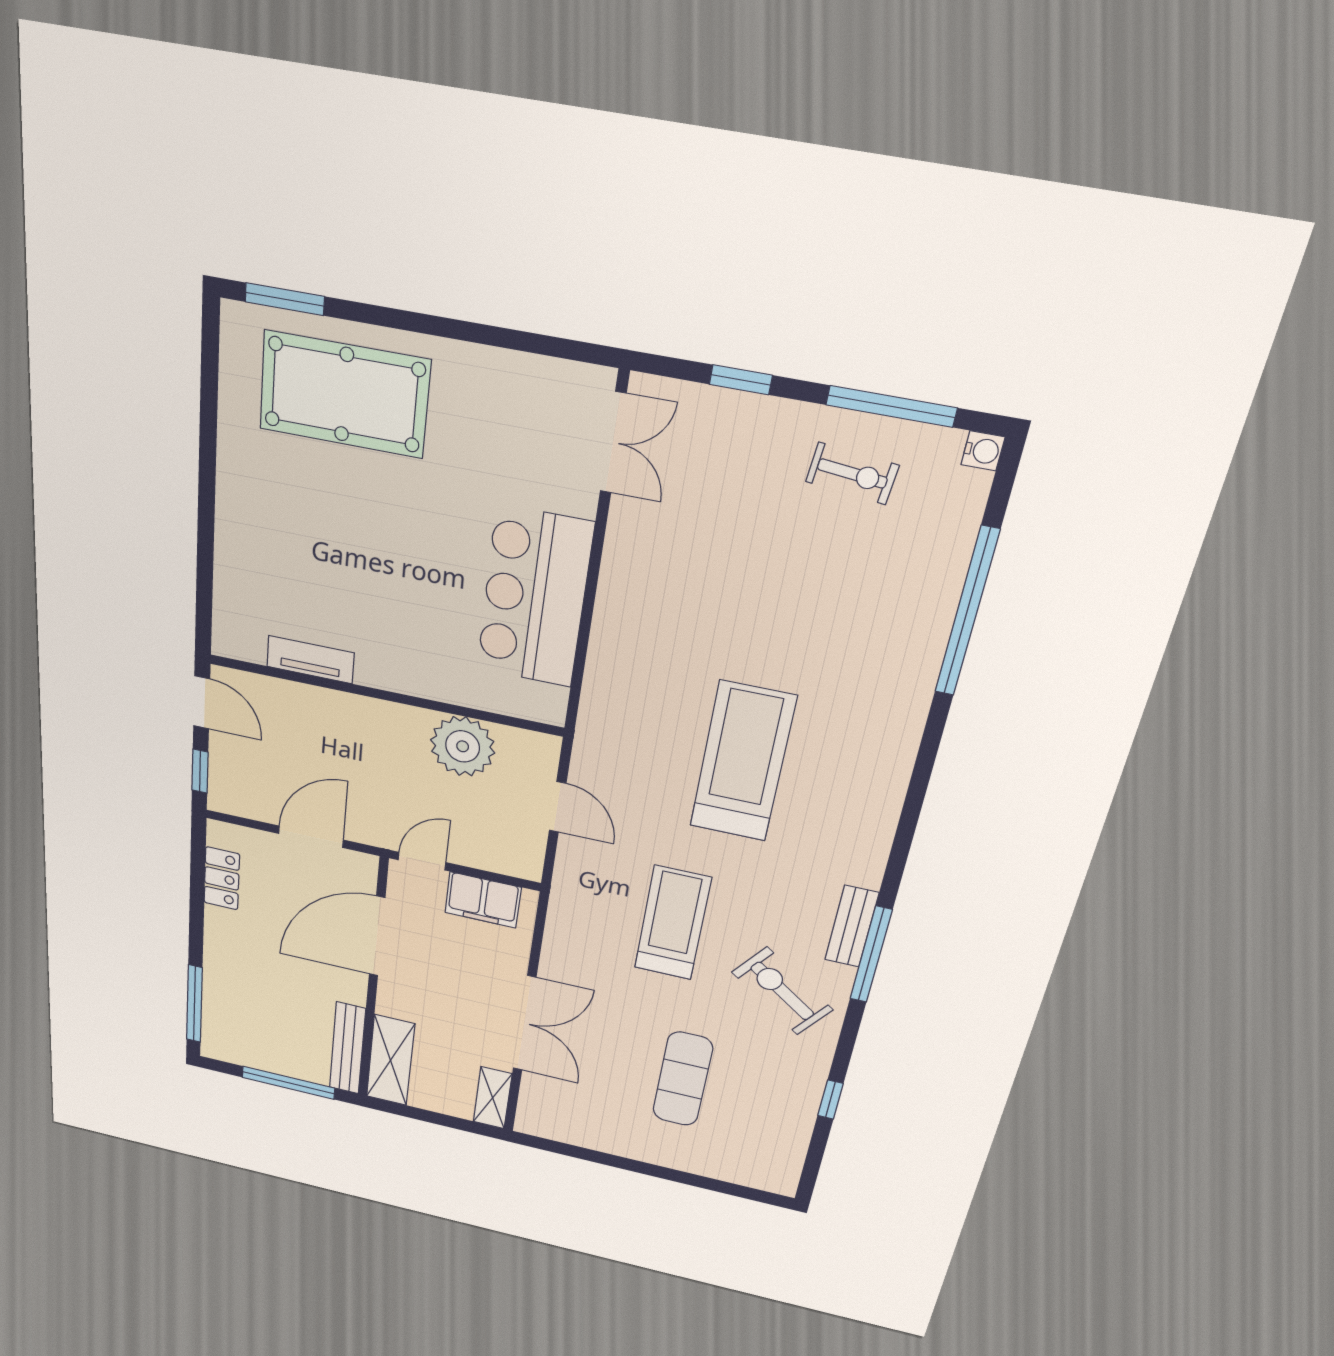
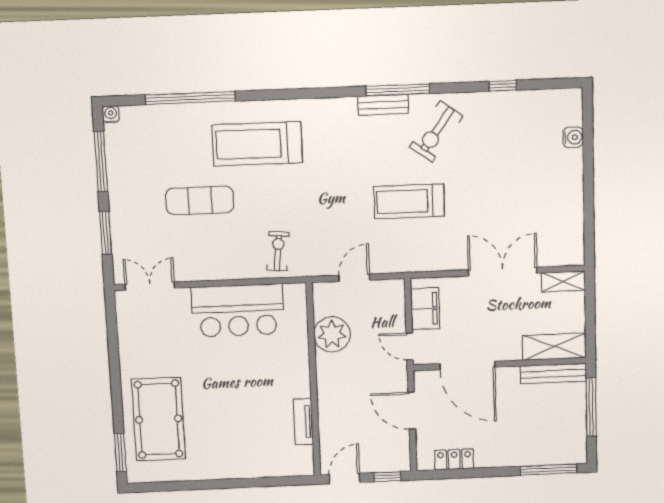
window: (741, 380) -> (106, 233), width x1.50
exercise bike: (852, 473) -> (278, 251), moved
treadmill: (743, 762) -> (257, 144), moved
exercise mat: (683, 1079) -> (200, 200), moved
water cooler: (719, 1167) -> (573, 137), added

